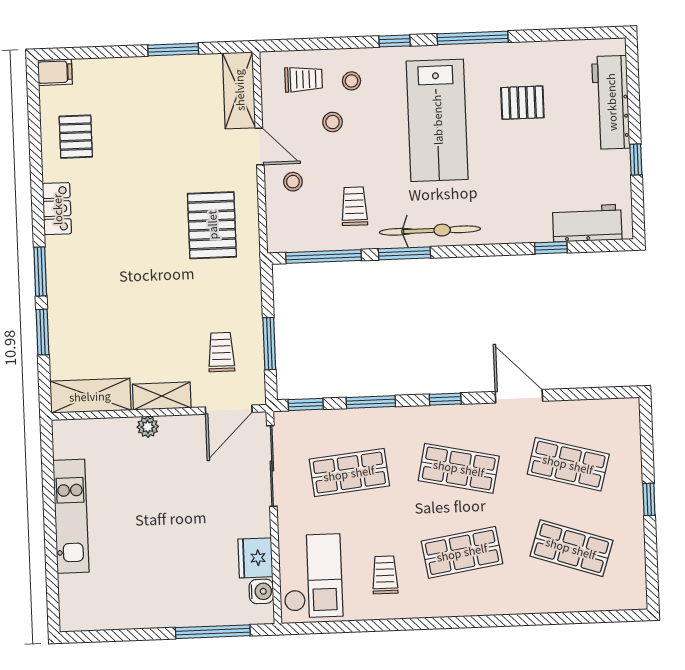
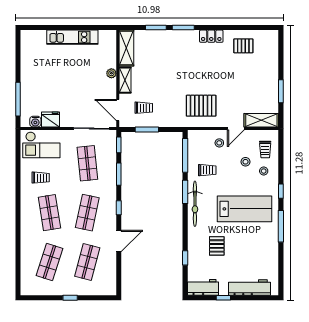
filing cabinet: (55, 72) -> (273, 38), removed
pallet: (522, 103) -> (217, 246), moved
lab bench: (437, 120) -> (244, 209), turned 180
workbench: (587, 223) -> (203, 287), moved, turned -90

